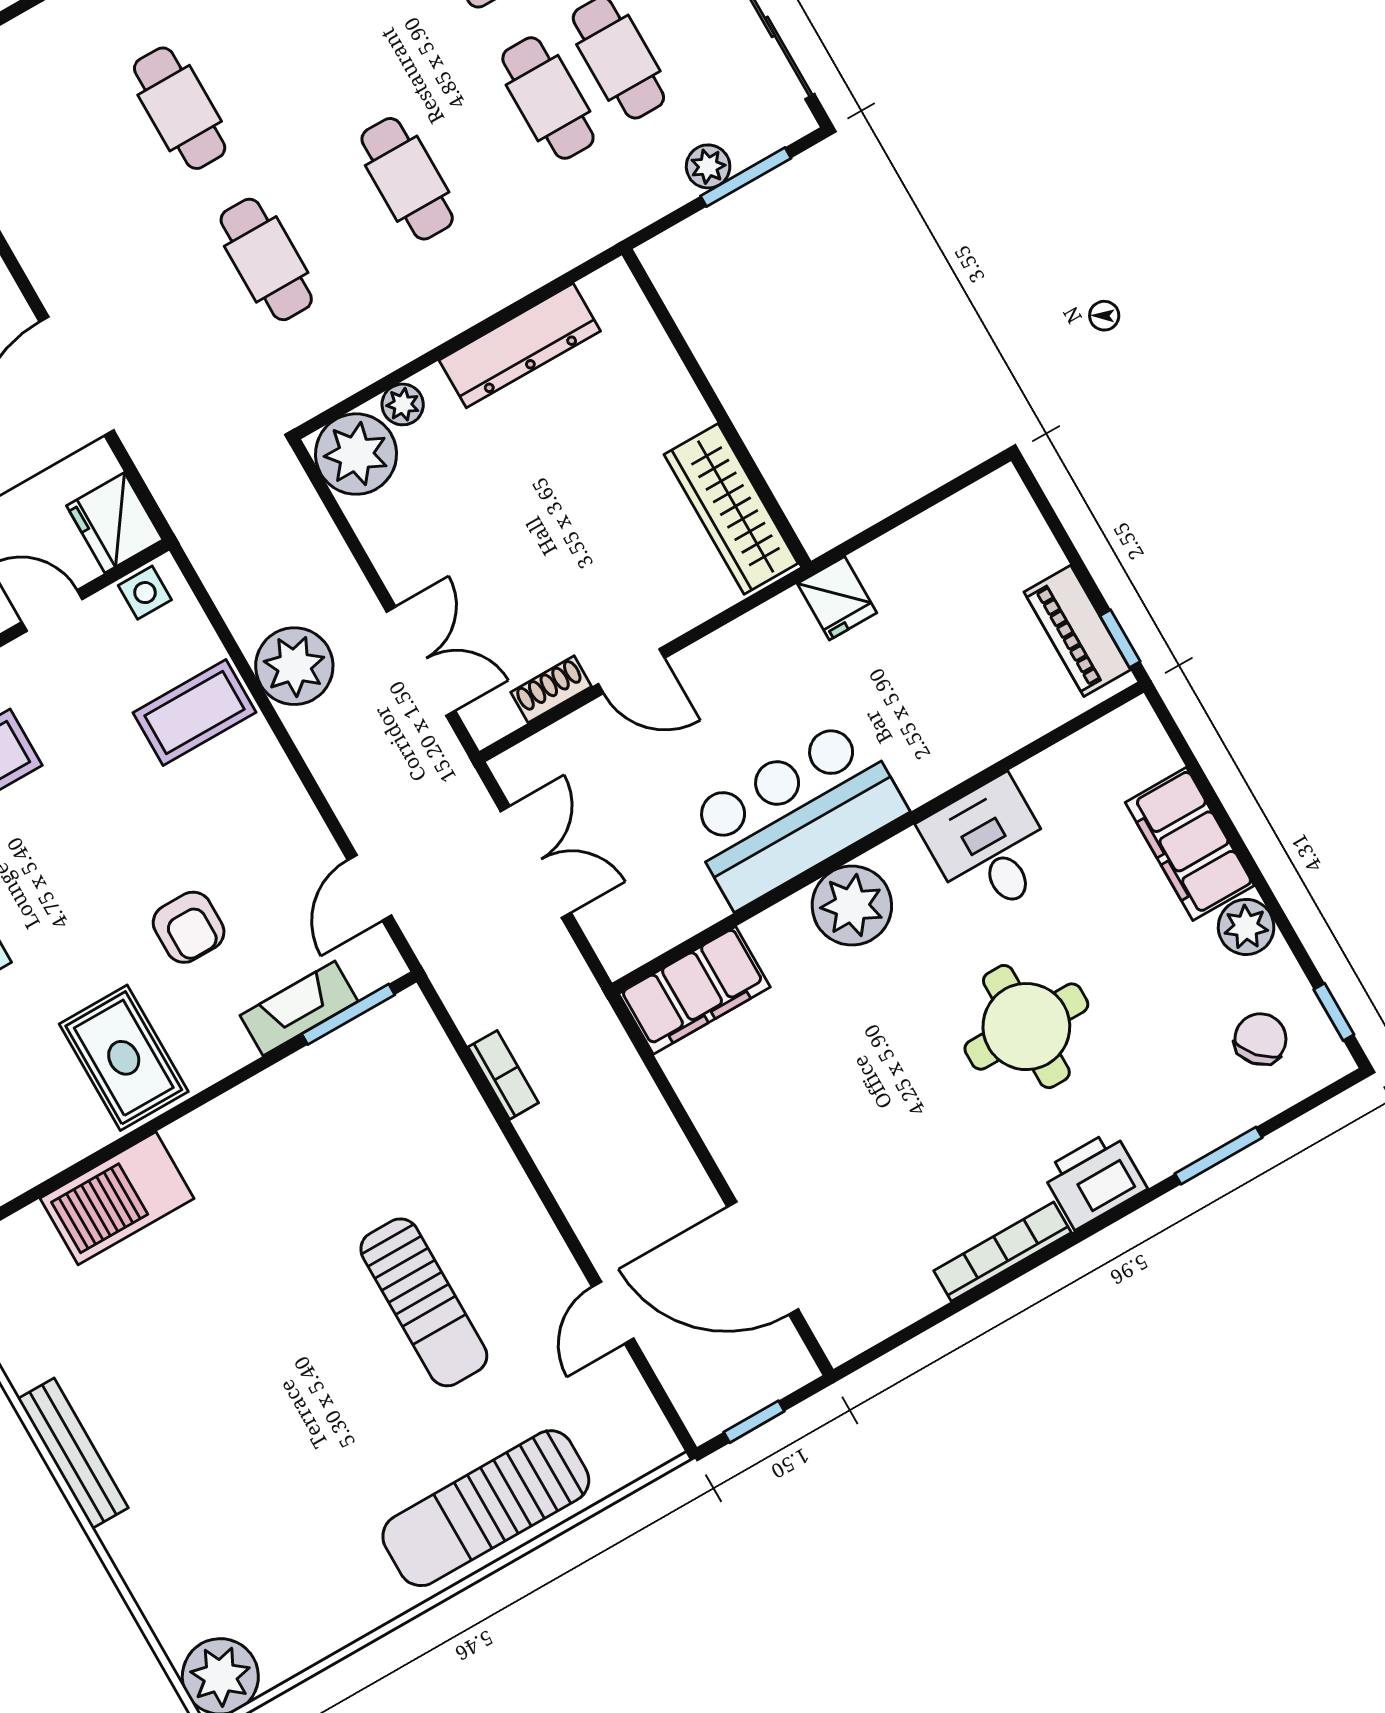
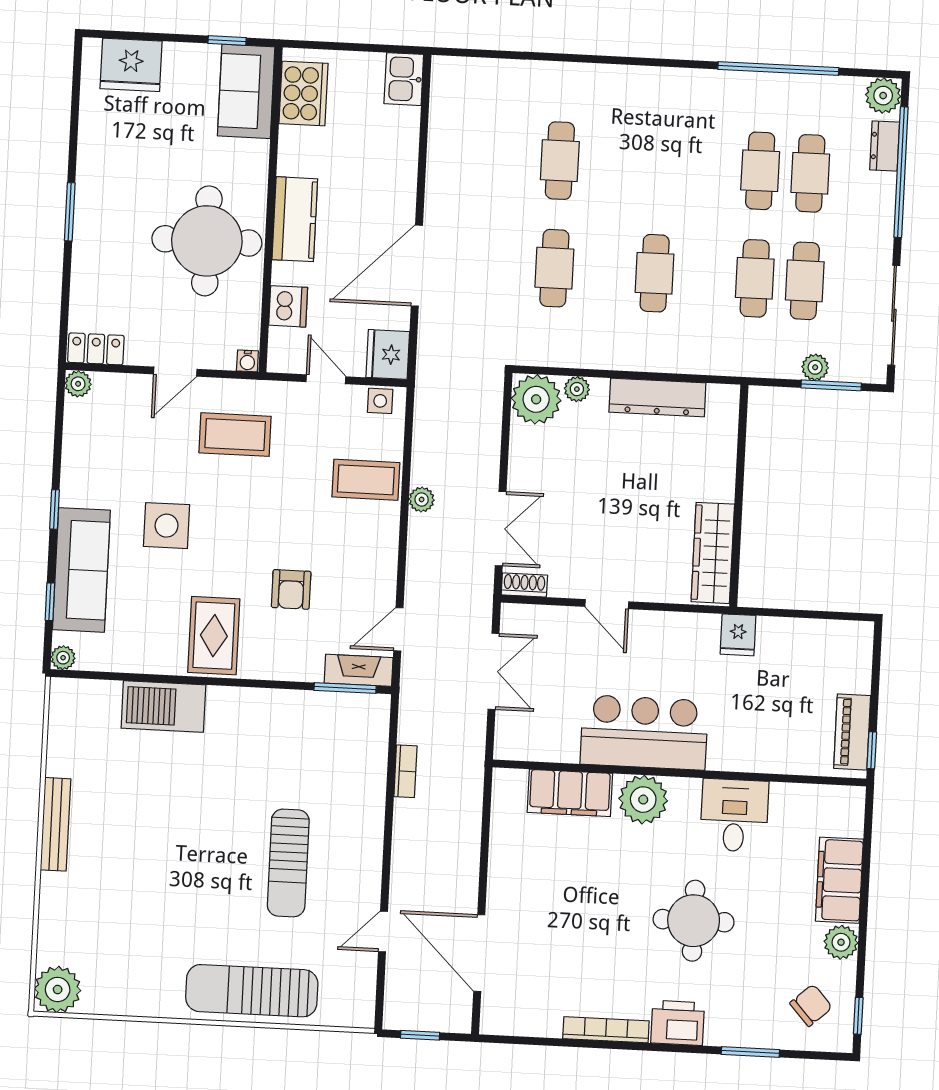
plant: (294, 666) -> (422, 500), width x0.53, depth x0.53
shoe rack: (551, 689) -> (524, 585), moved
filing cabinet: (694, 990) -> (570, 793), moved
fireplace: (299, 1008) -> (359, 670), moved

